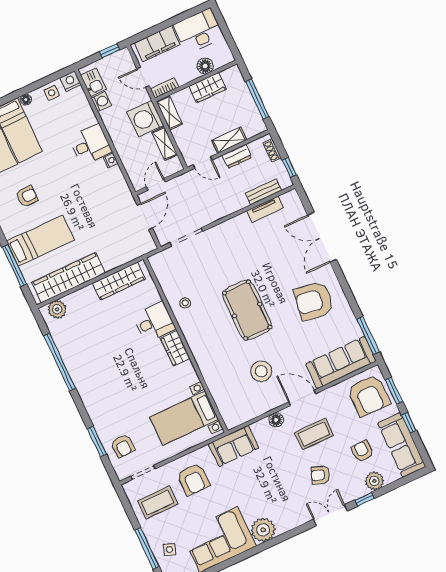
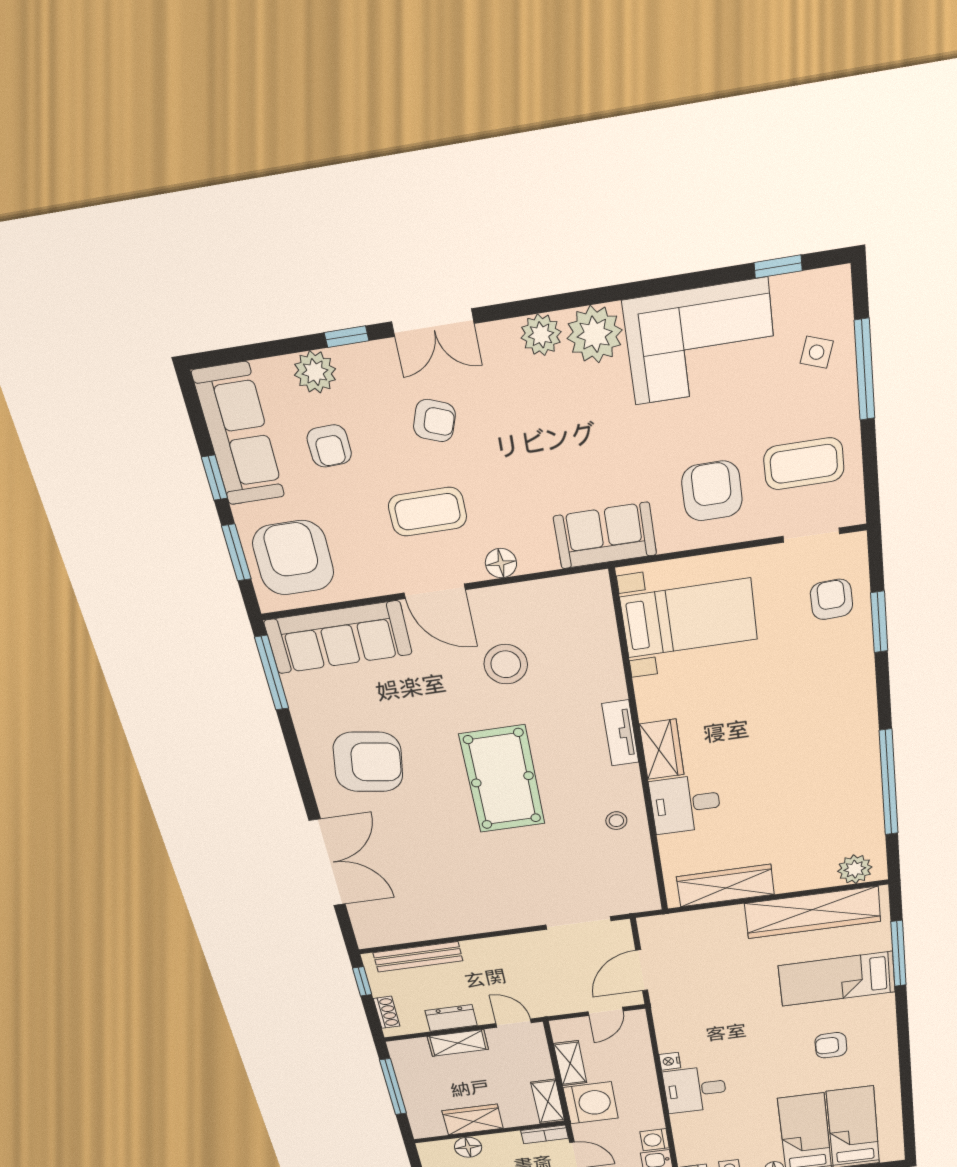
bench: (264, 192) -> (418, 957), width x1.36
tv unit: (265, 209) -> (620, 733), moved, turned -90
plant: (285, 523) -> (541, 335), added

